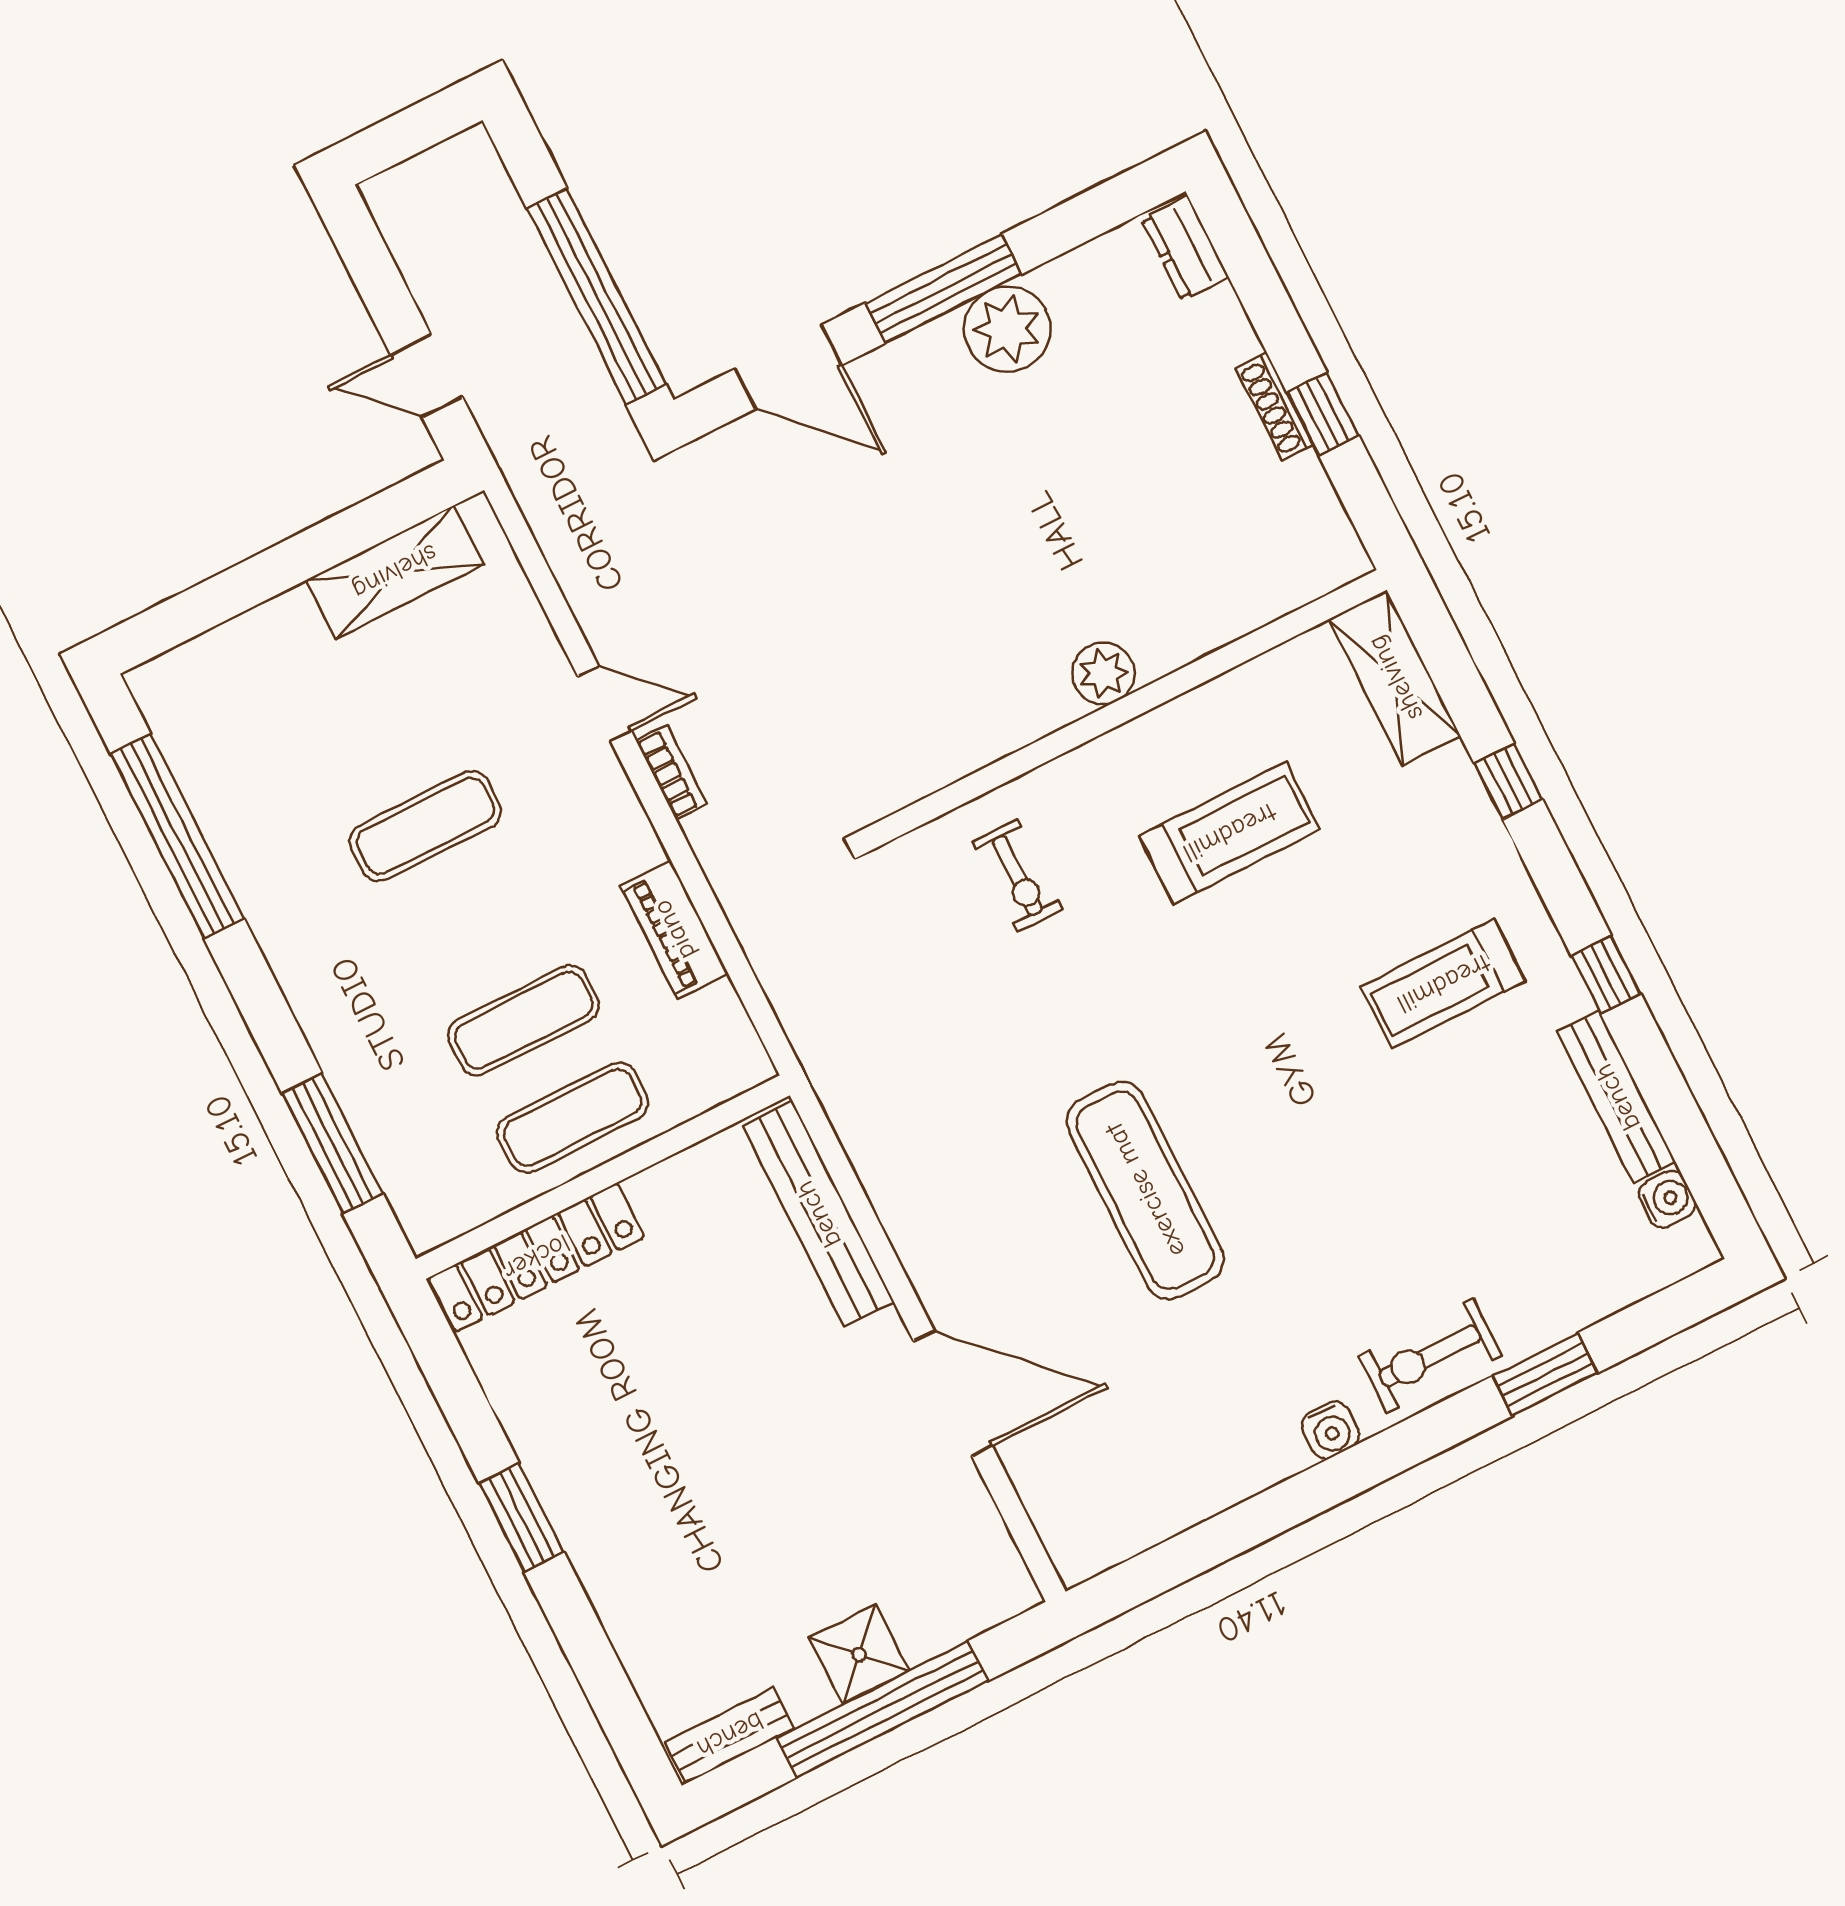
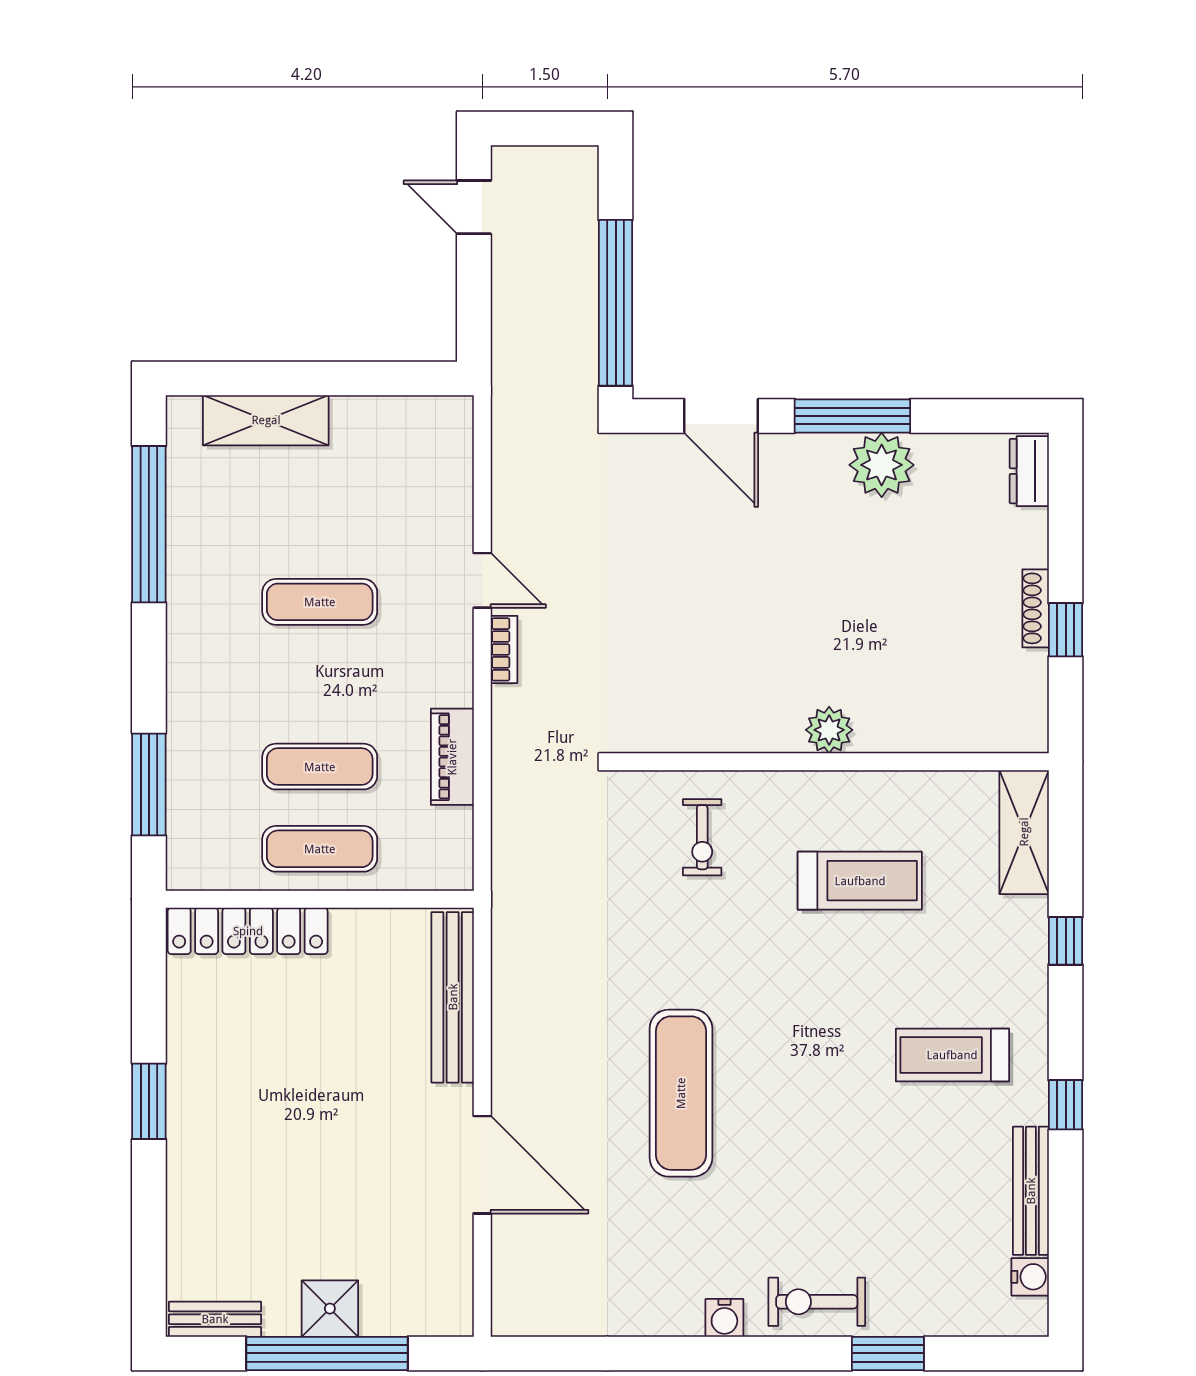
door: (426, 376) -> (474, 207), moved
shelving: (395, 572) -> (266, 420), moved

